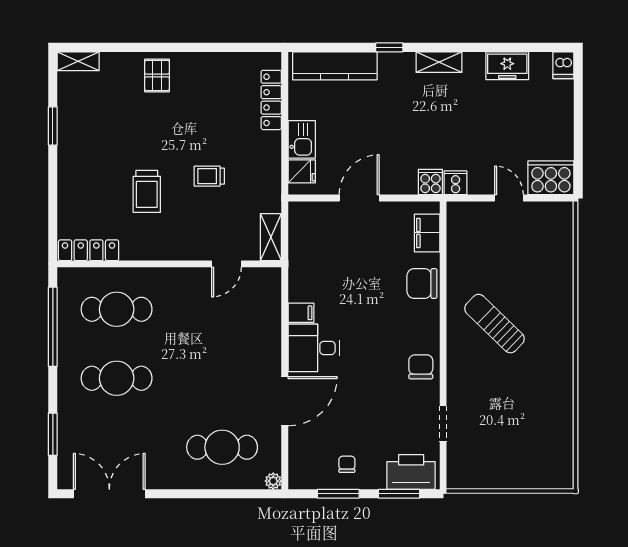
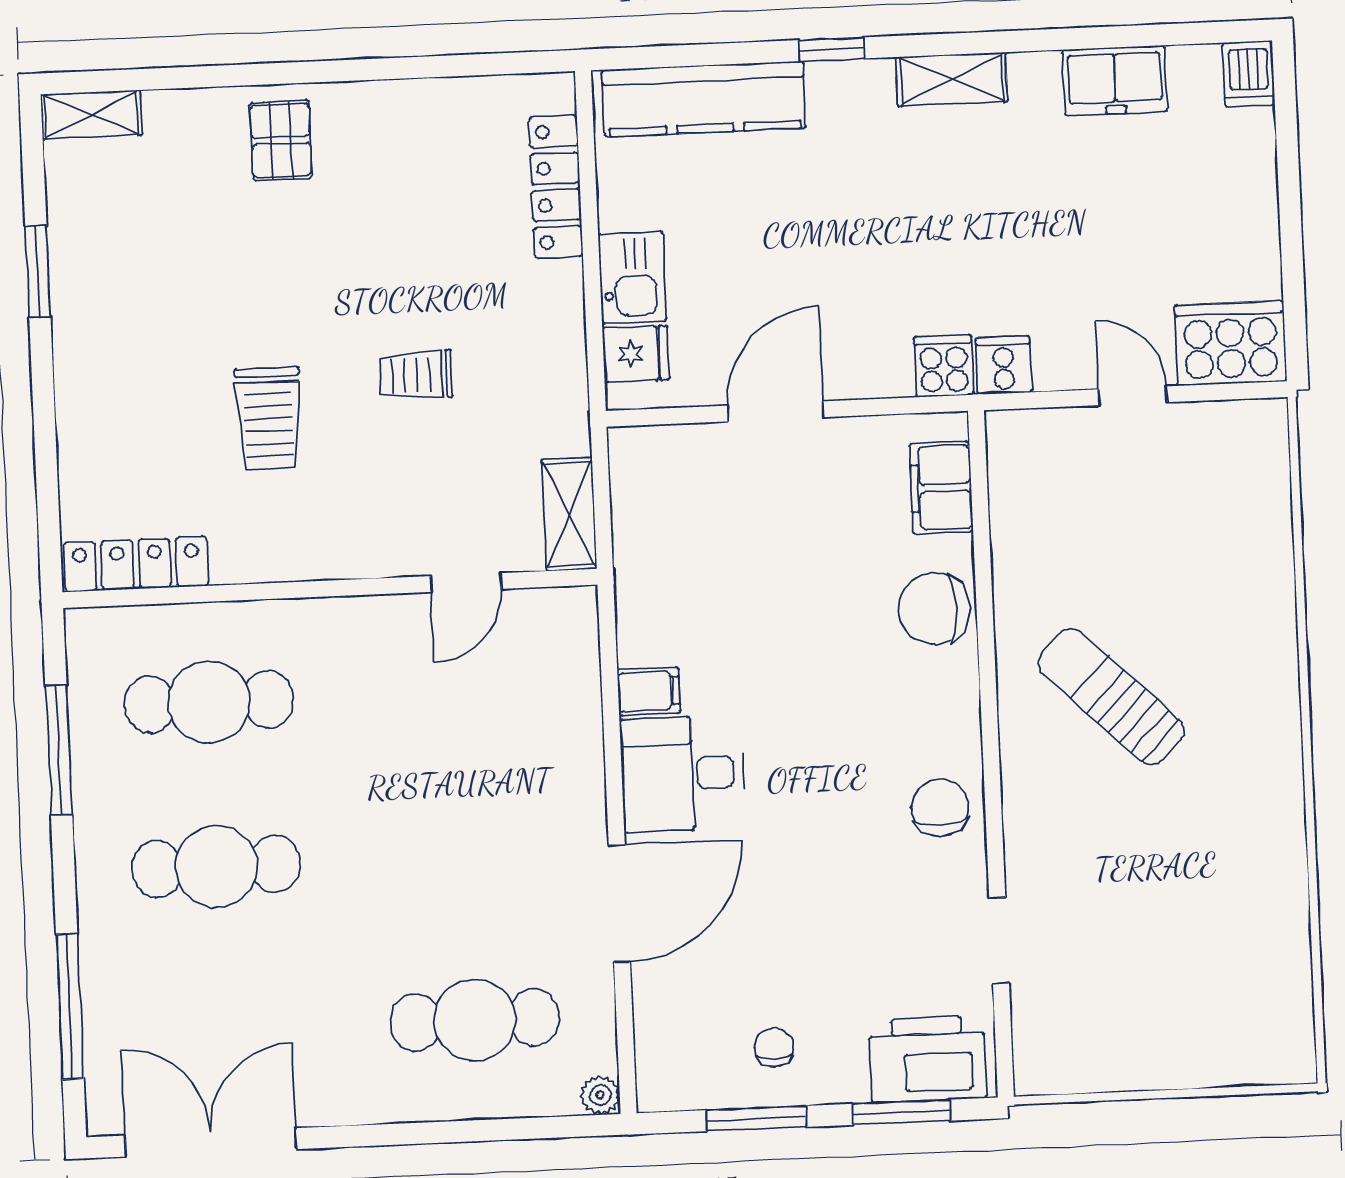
window: (53, 327) -> (59, 750), width x0.68
window: (53, 434) -> (70, 1006), width x1.44

